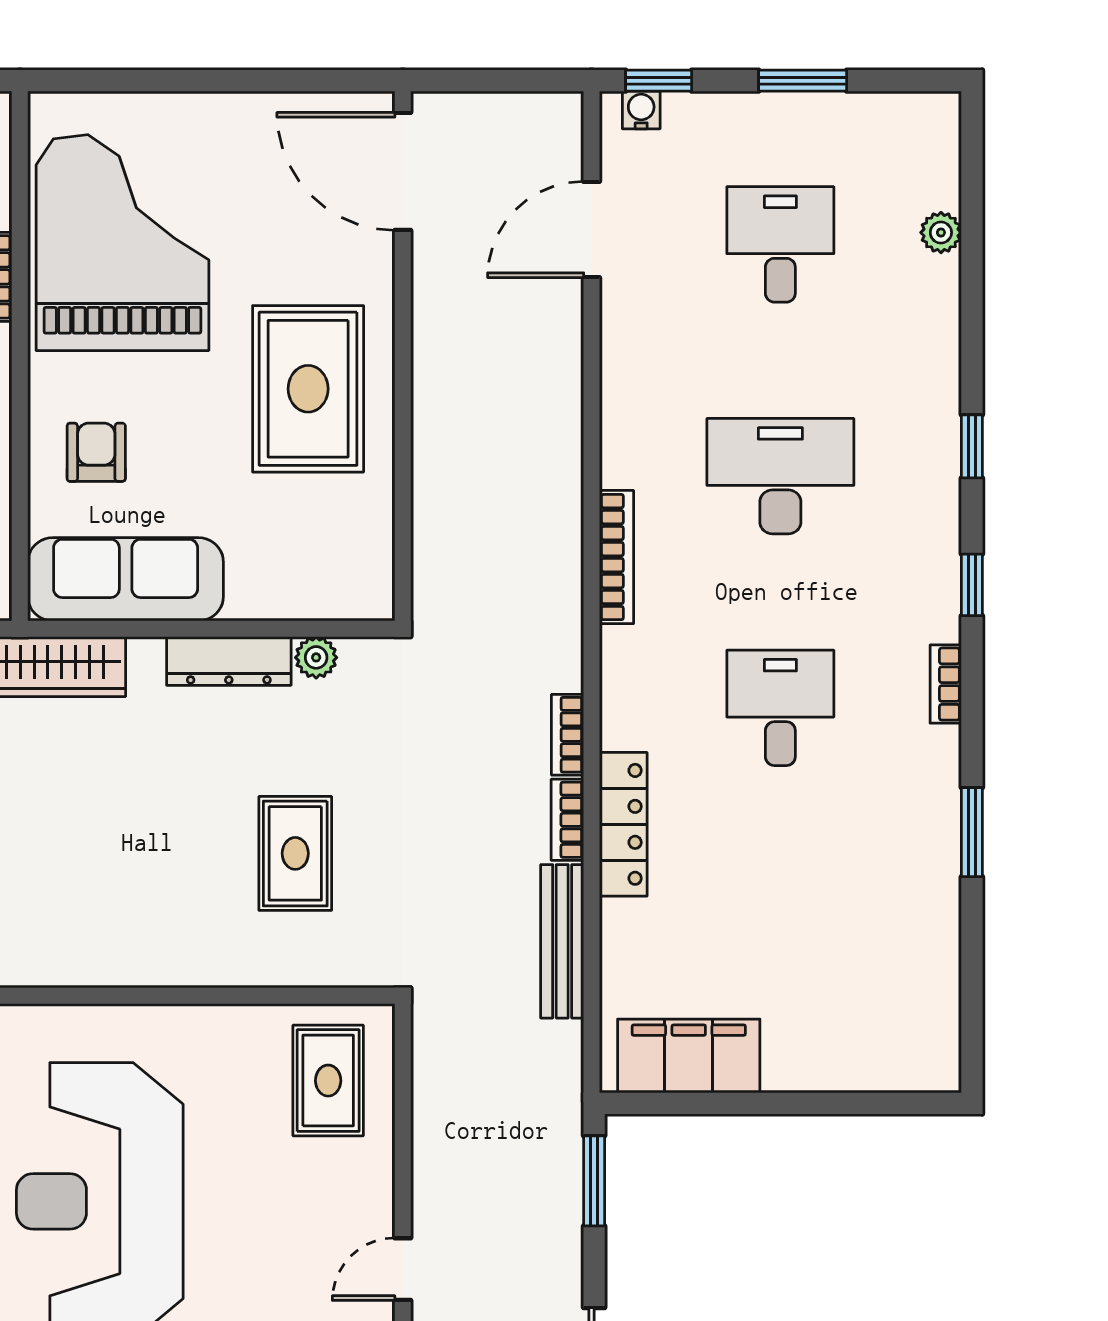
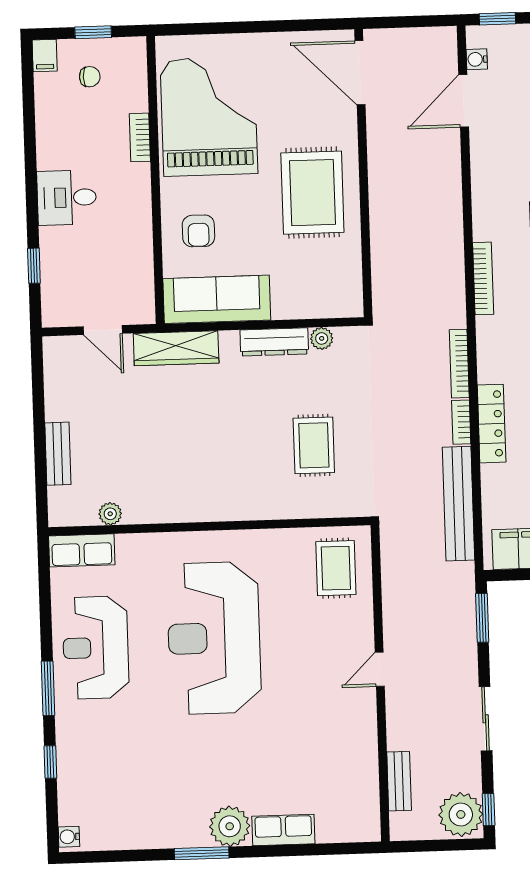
water cooler: (641, 110) -> (477, 59), moved, turned -90
armchair: (96, 452) -> (198, 231), turned 180
bookcase: (568, 735) -> (459, 364), width x1.56
bench: (562, 941) -> (459, 504), width x1.37, depth x1.21

